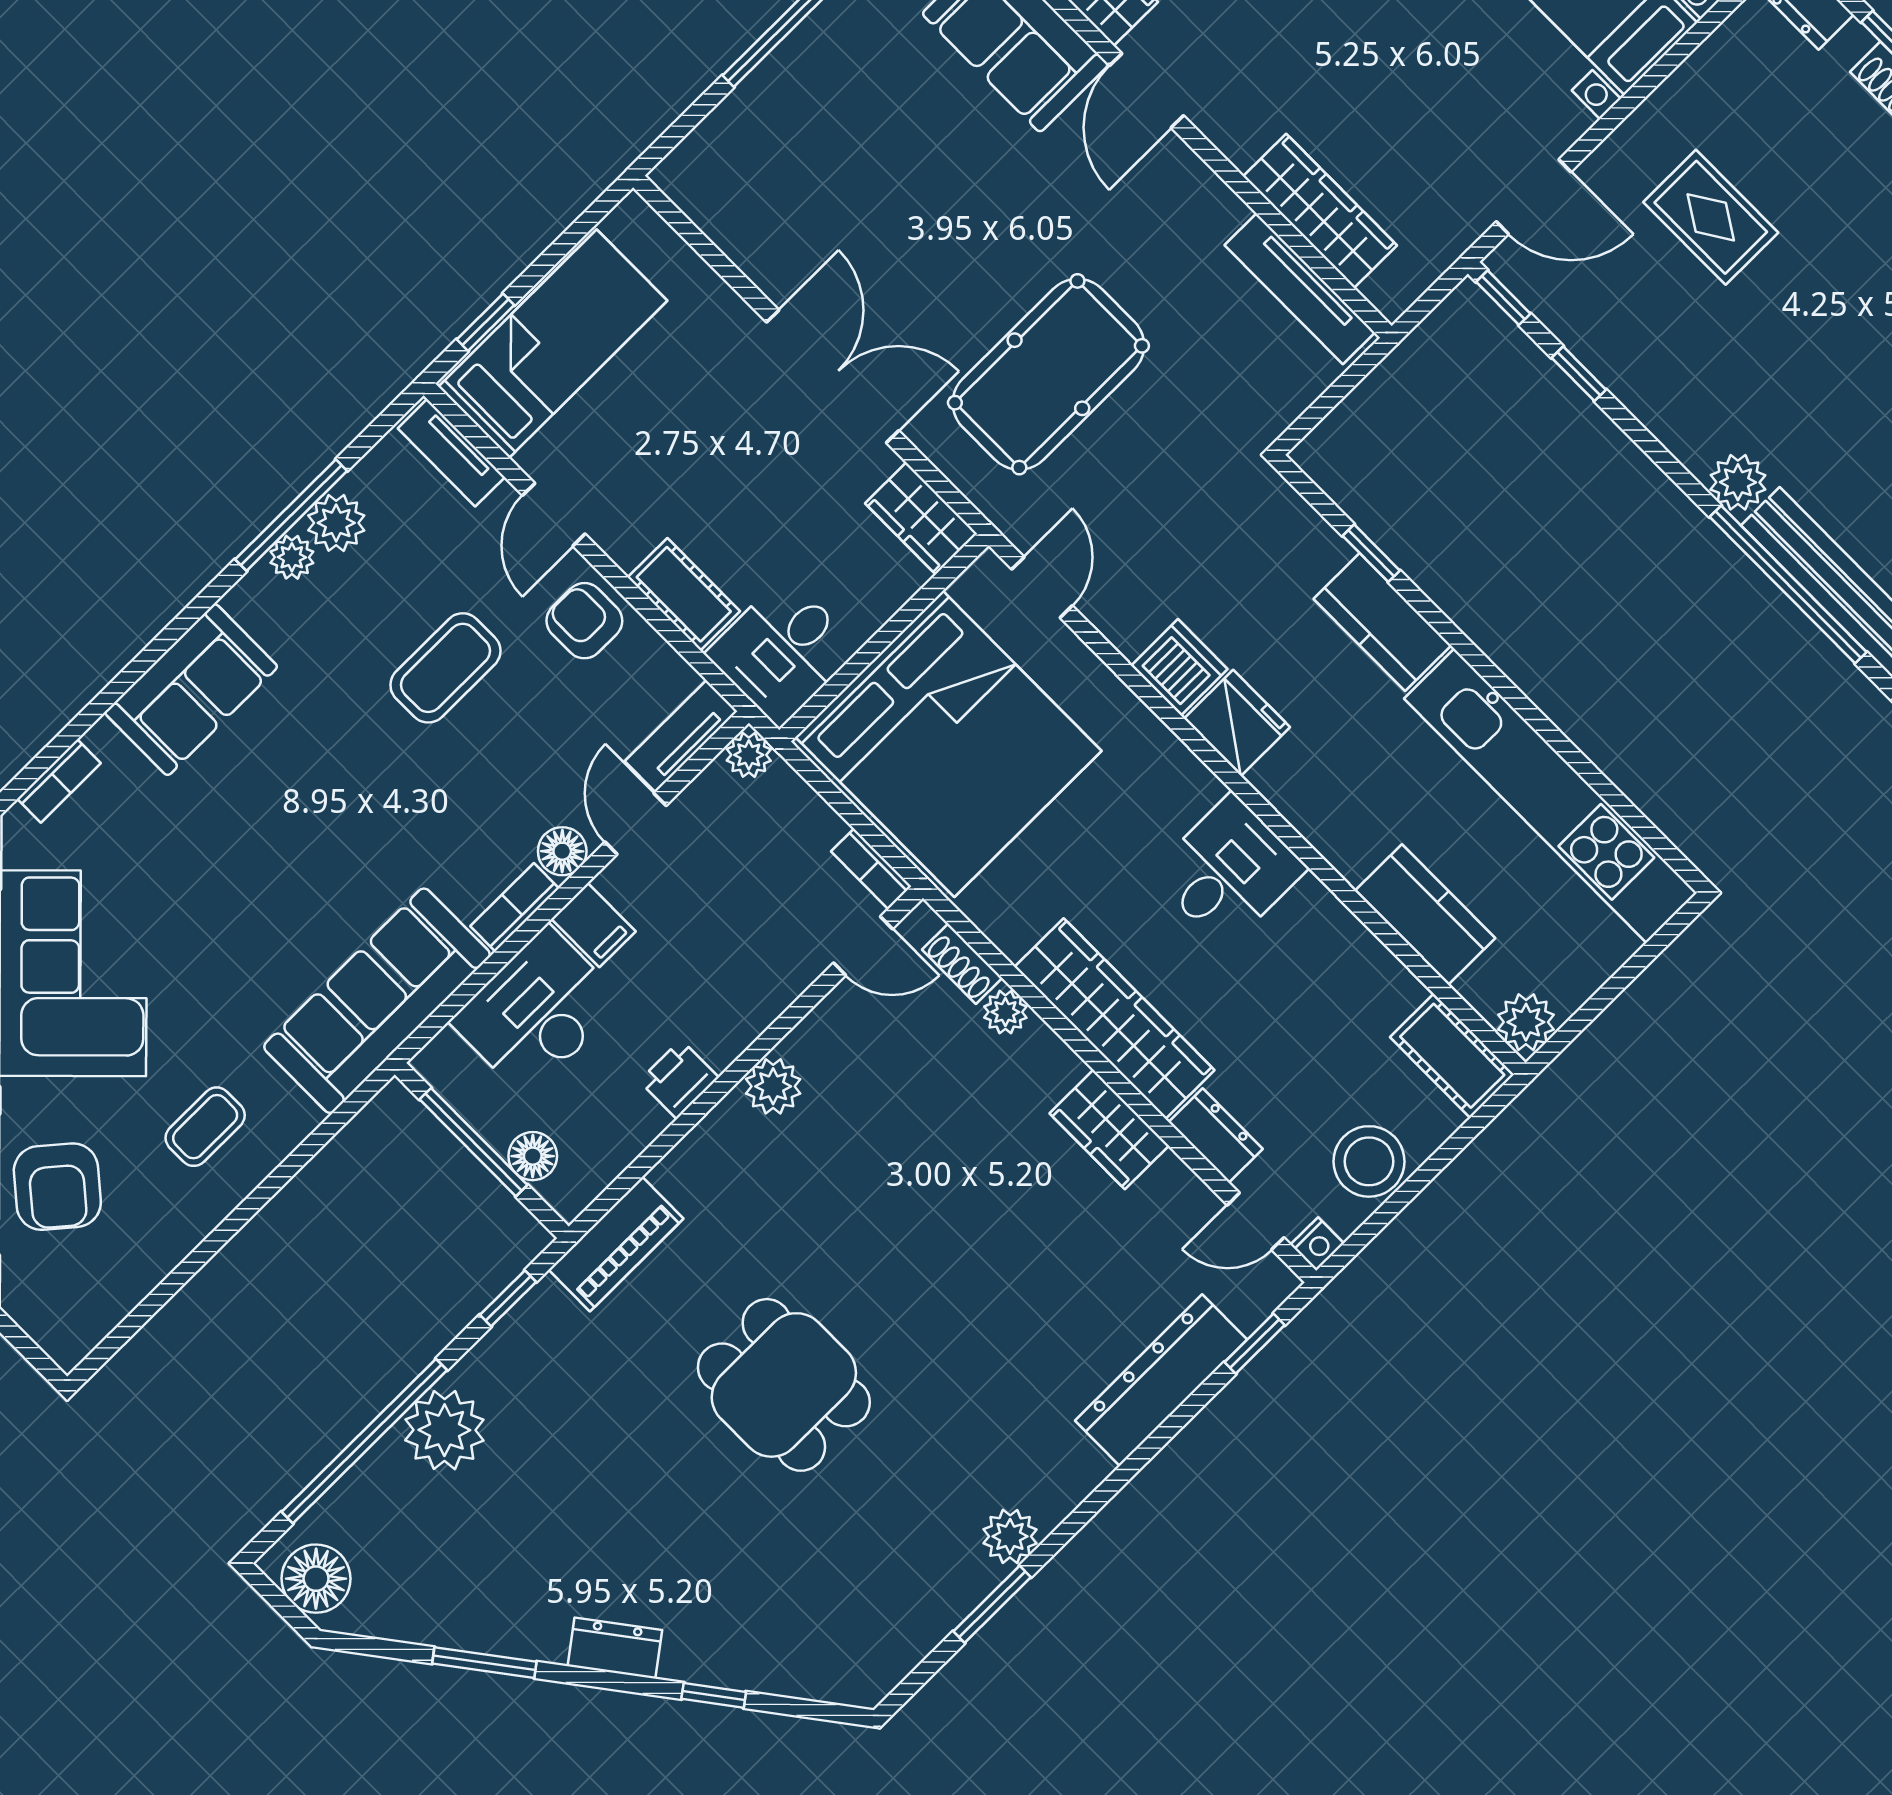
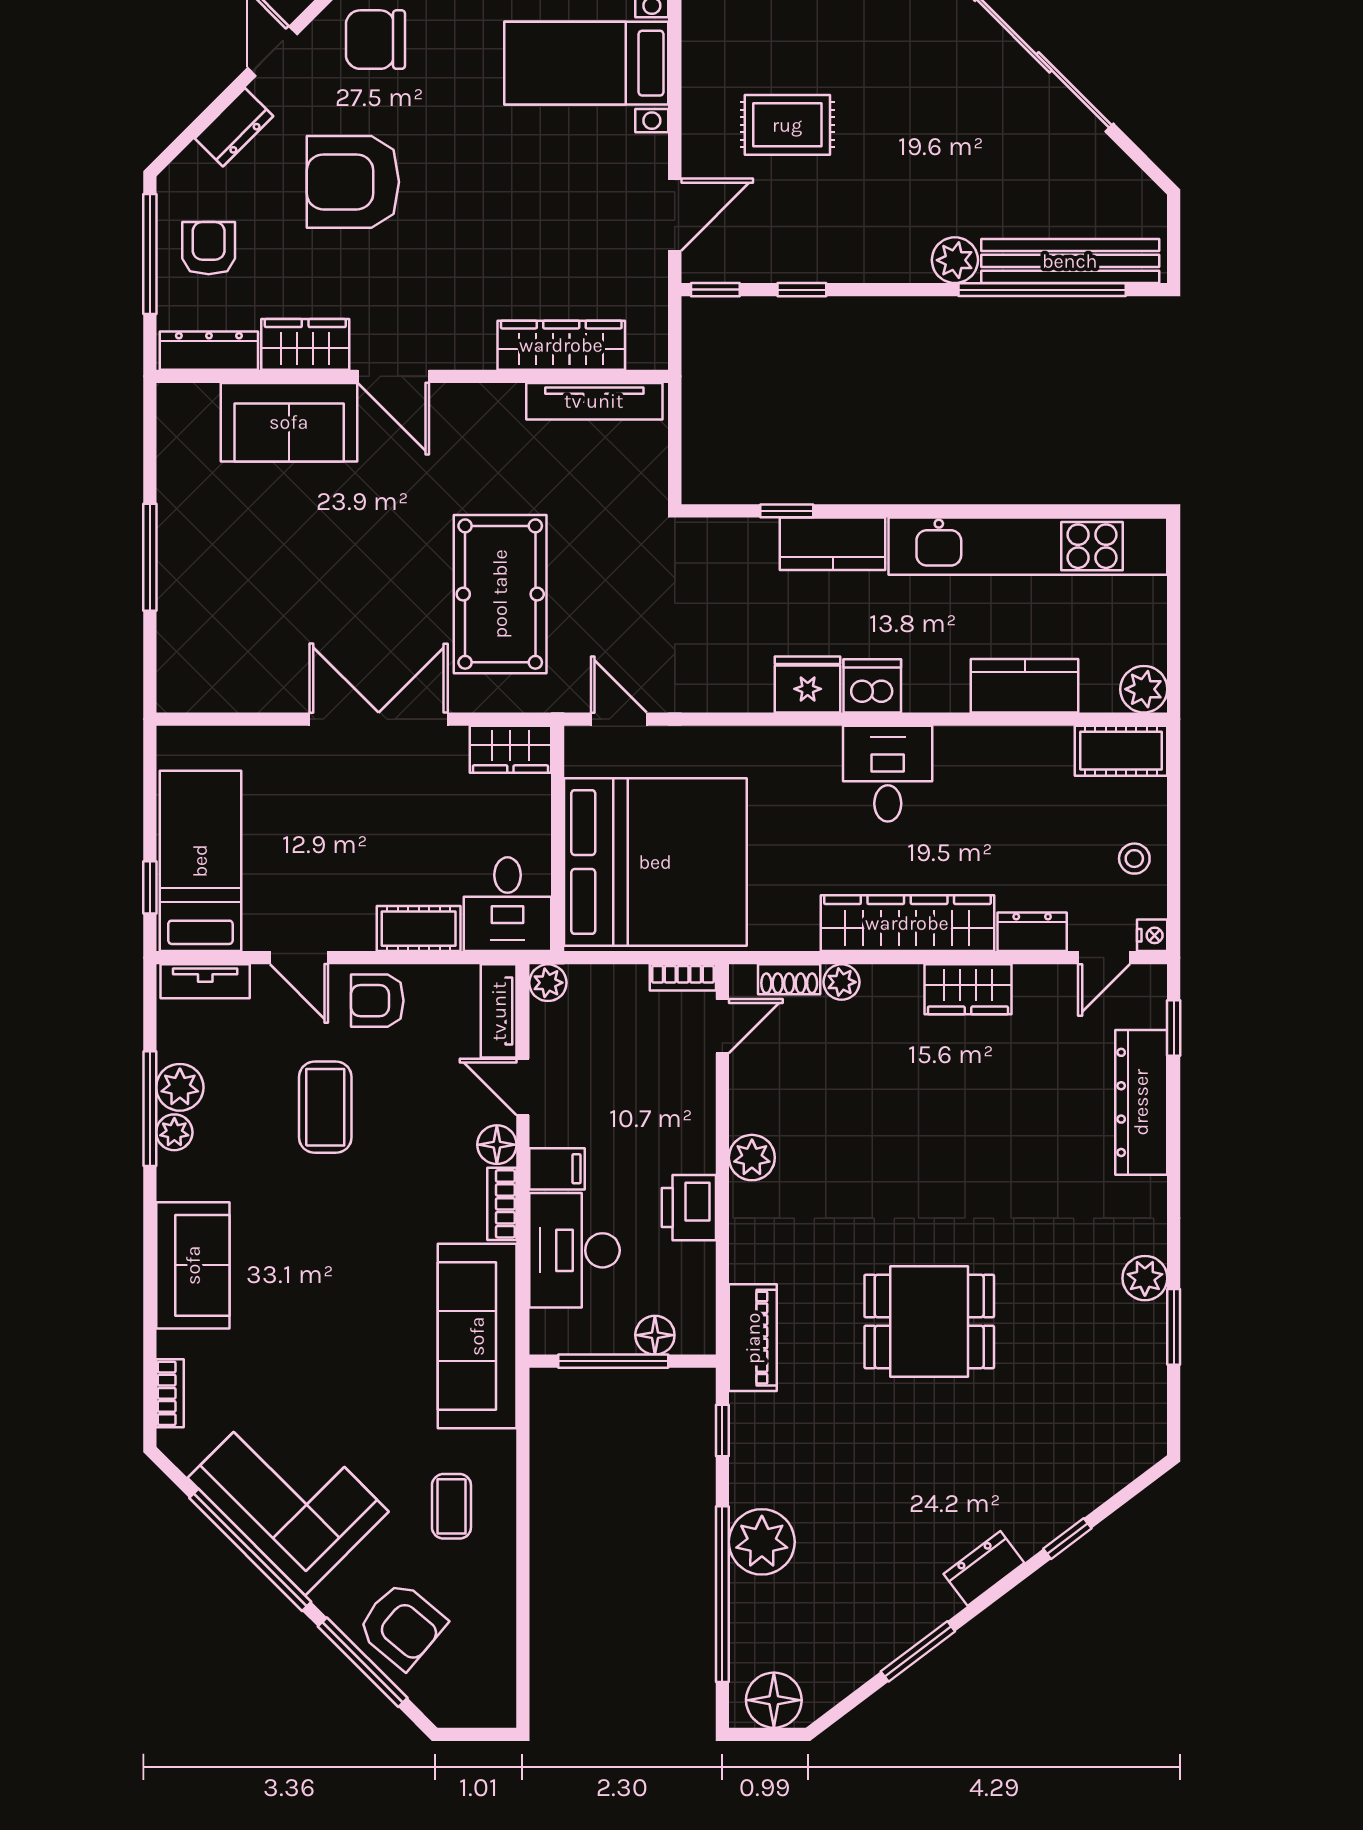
dishwasher: (1179, 667) -> (872, 686), moved
printer: (679, 1079) -> (689, 1208), width x1.36, depth x1.24
stool: (1369, 1161) -> (1134, 859), width x0.53, depth x0.53

